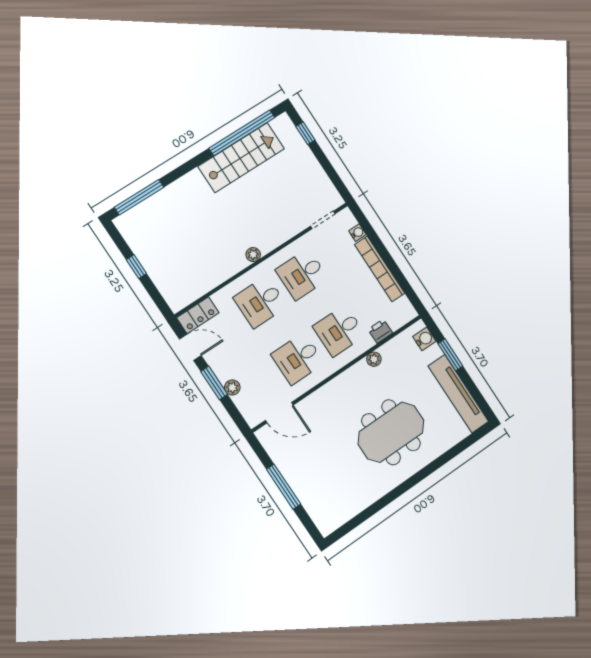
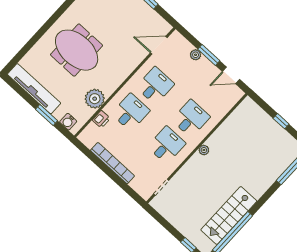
water cooler: (357, 233) -> (134, 185), removed
locker: (198, 315) -> (231, 99), removed
plant: (374, 359) -> (95, 99), width x1.87, depth x1.87
meeting table: (391, 432) -> (77, 50), turned 90

